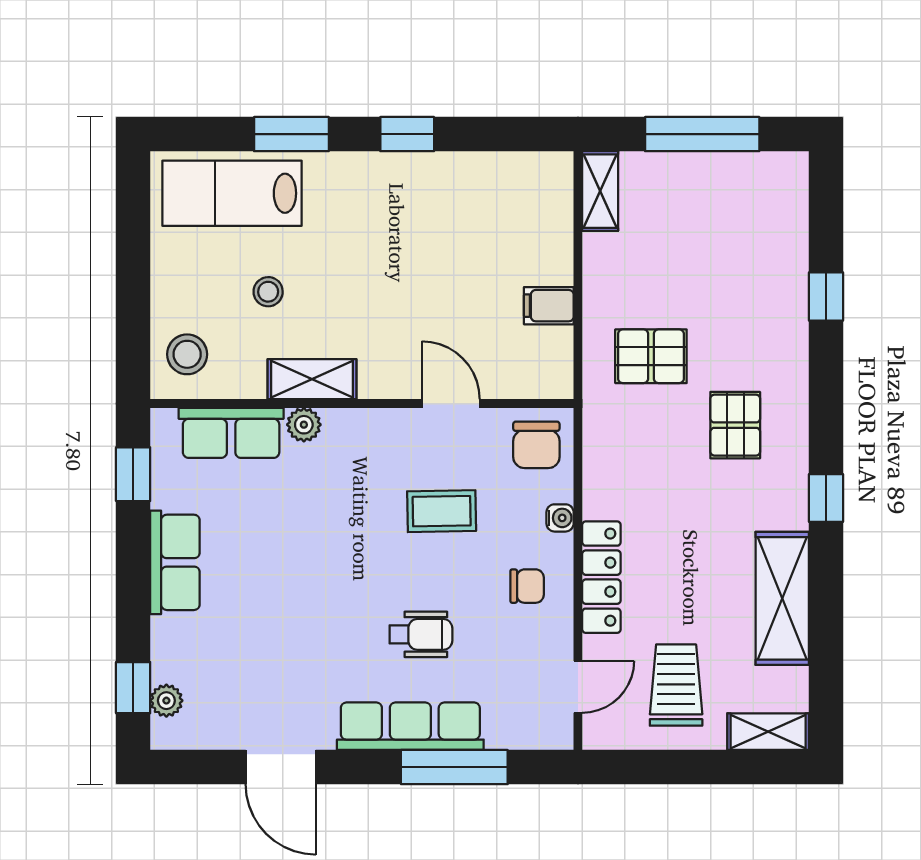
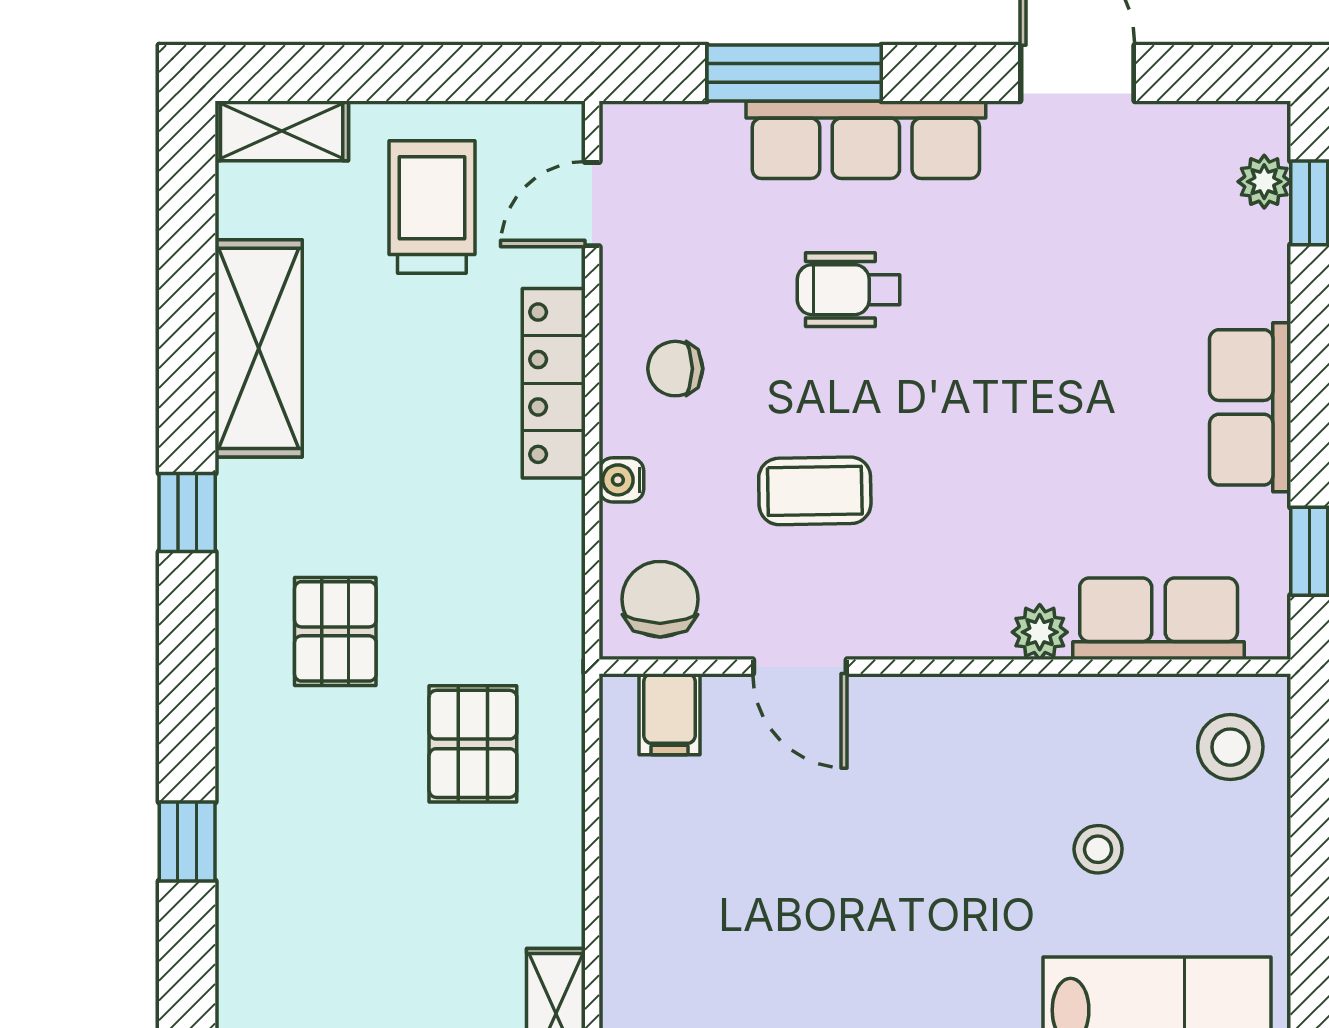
filing cabinet: (549, 306) -> (670, 714), moved, turned 90
pallet: (651, 356) -> (473, 744), turned 90
shelving: (312, 379) -> (1026, 706), removed
trolley: (676, 685) -> (432, 207), turned 180

